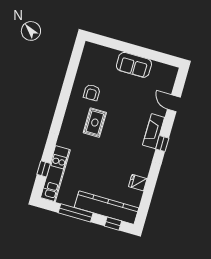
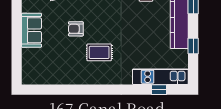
armchair: (92, 92) -> (76, 29), moved, turned 180
window: (76, 213) -> (193, 46), width x0.46

